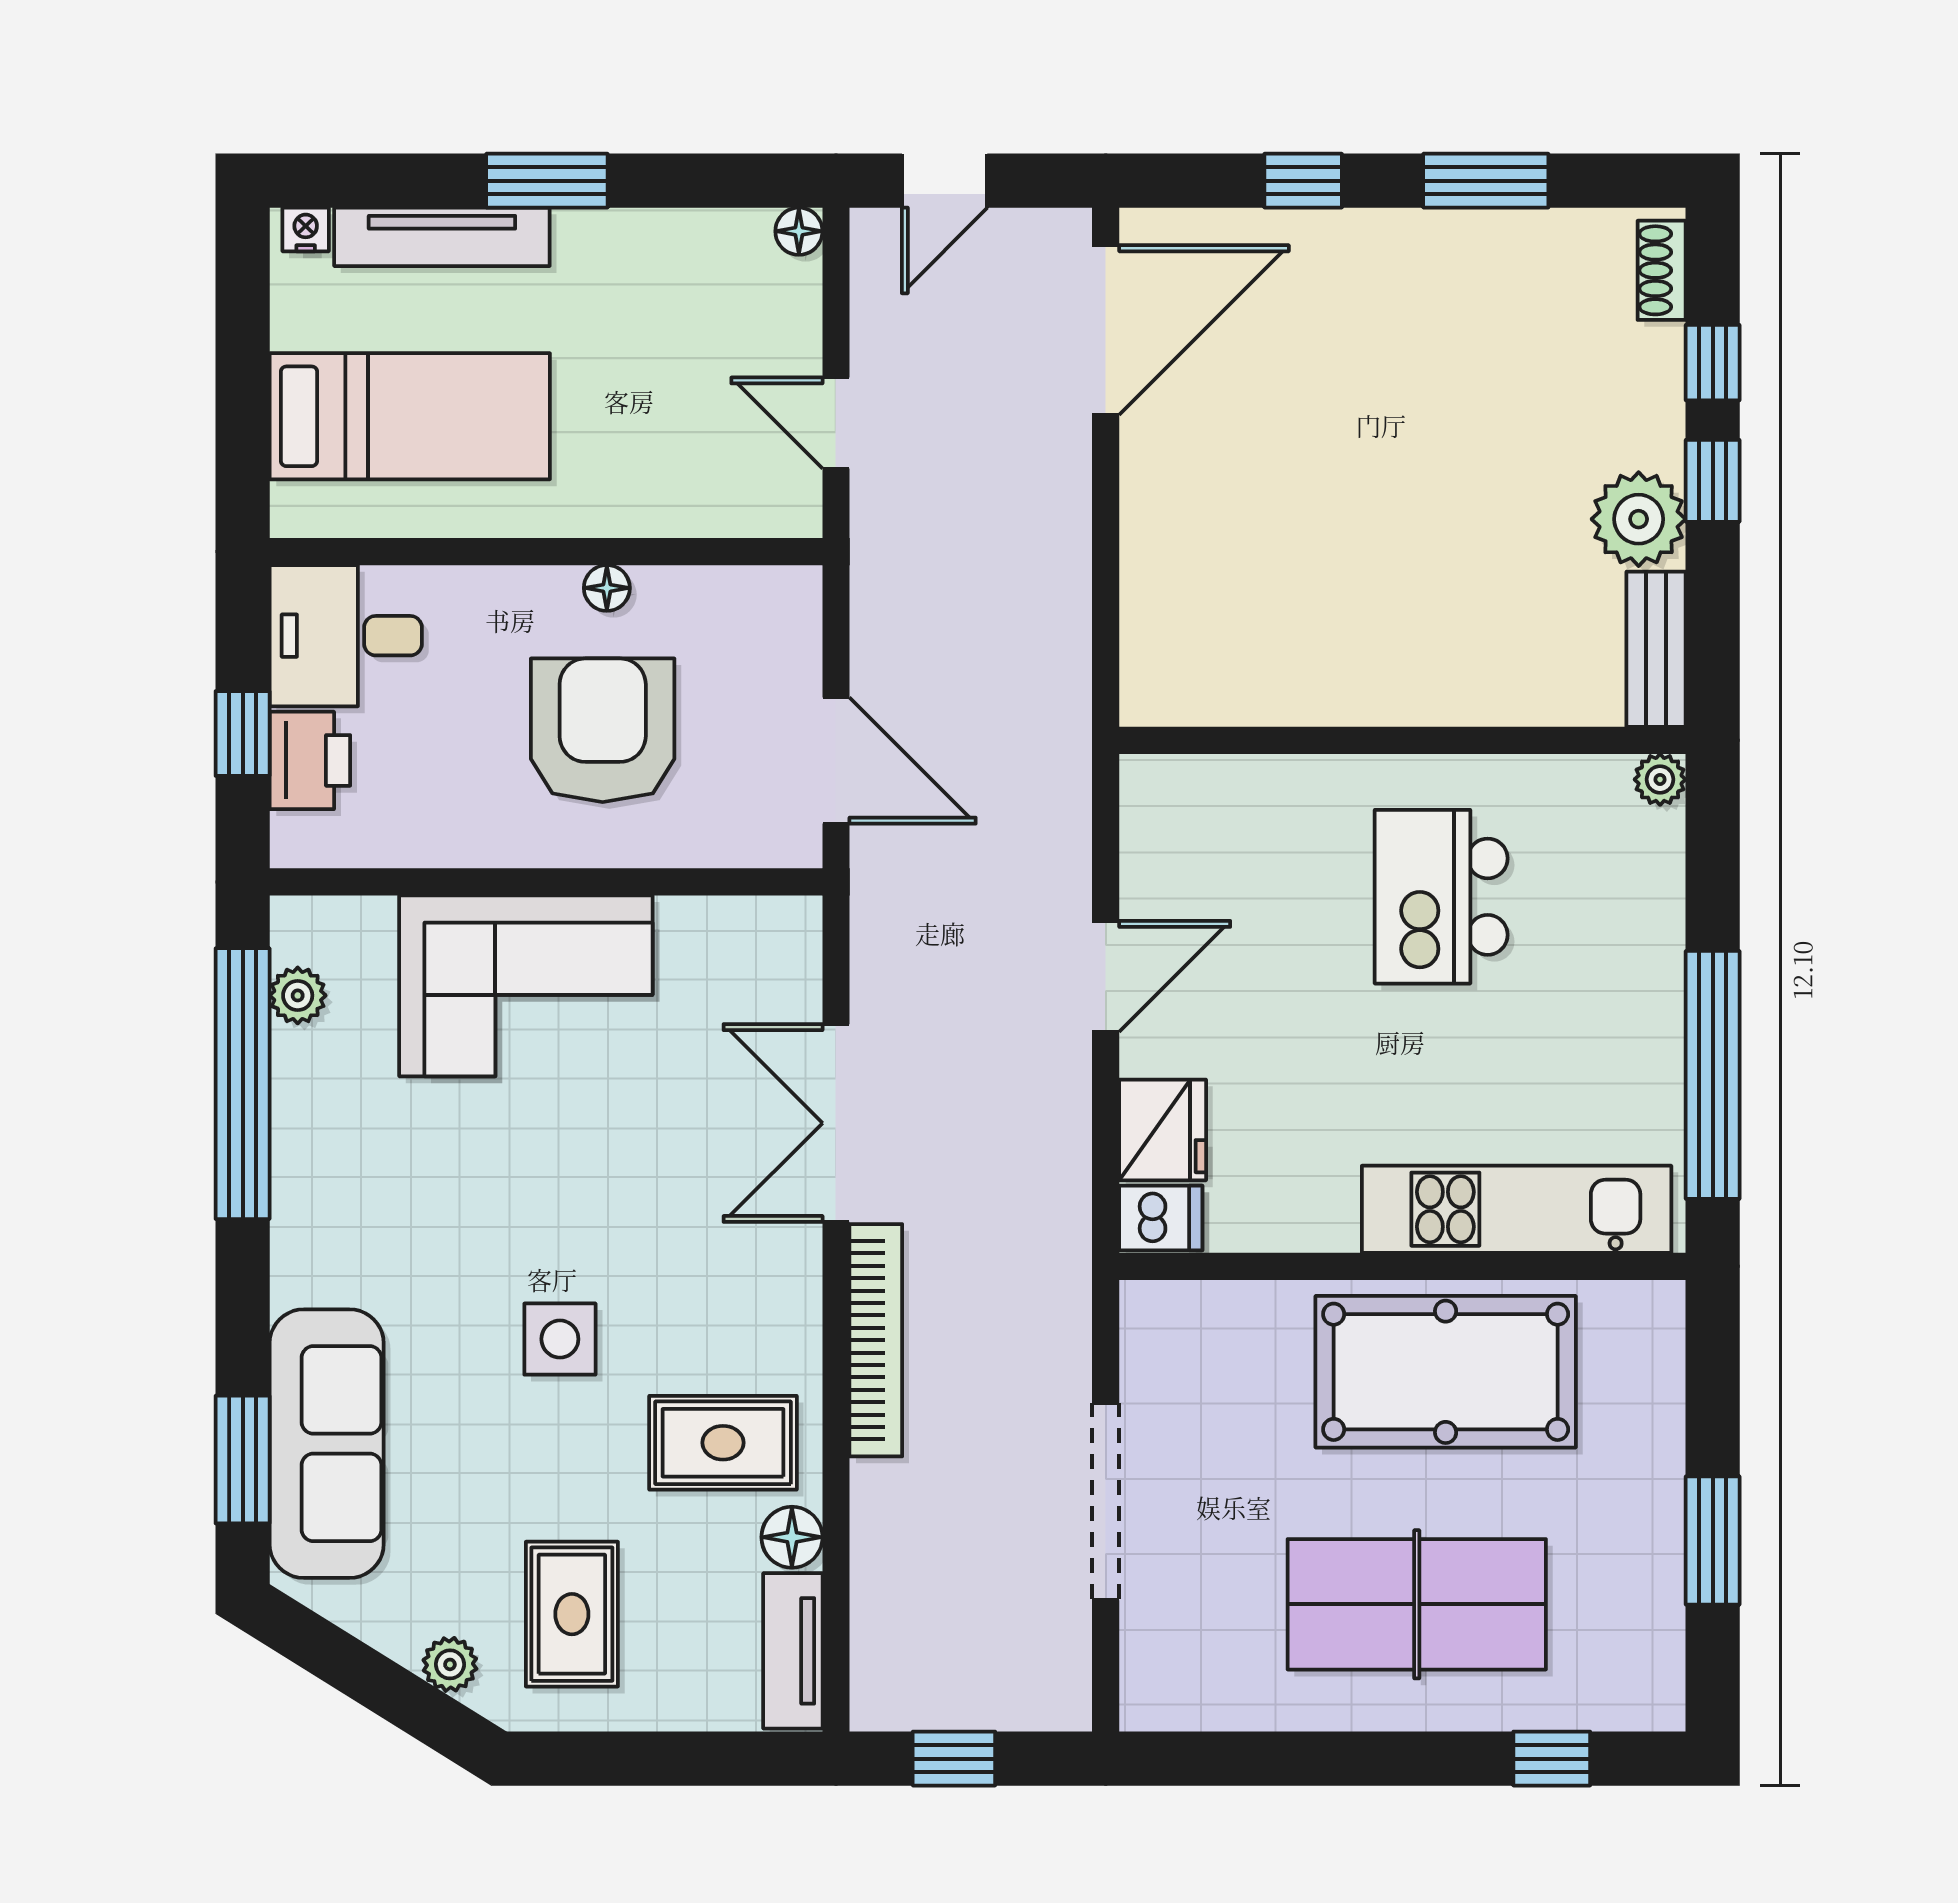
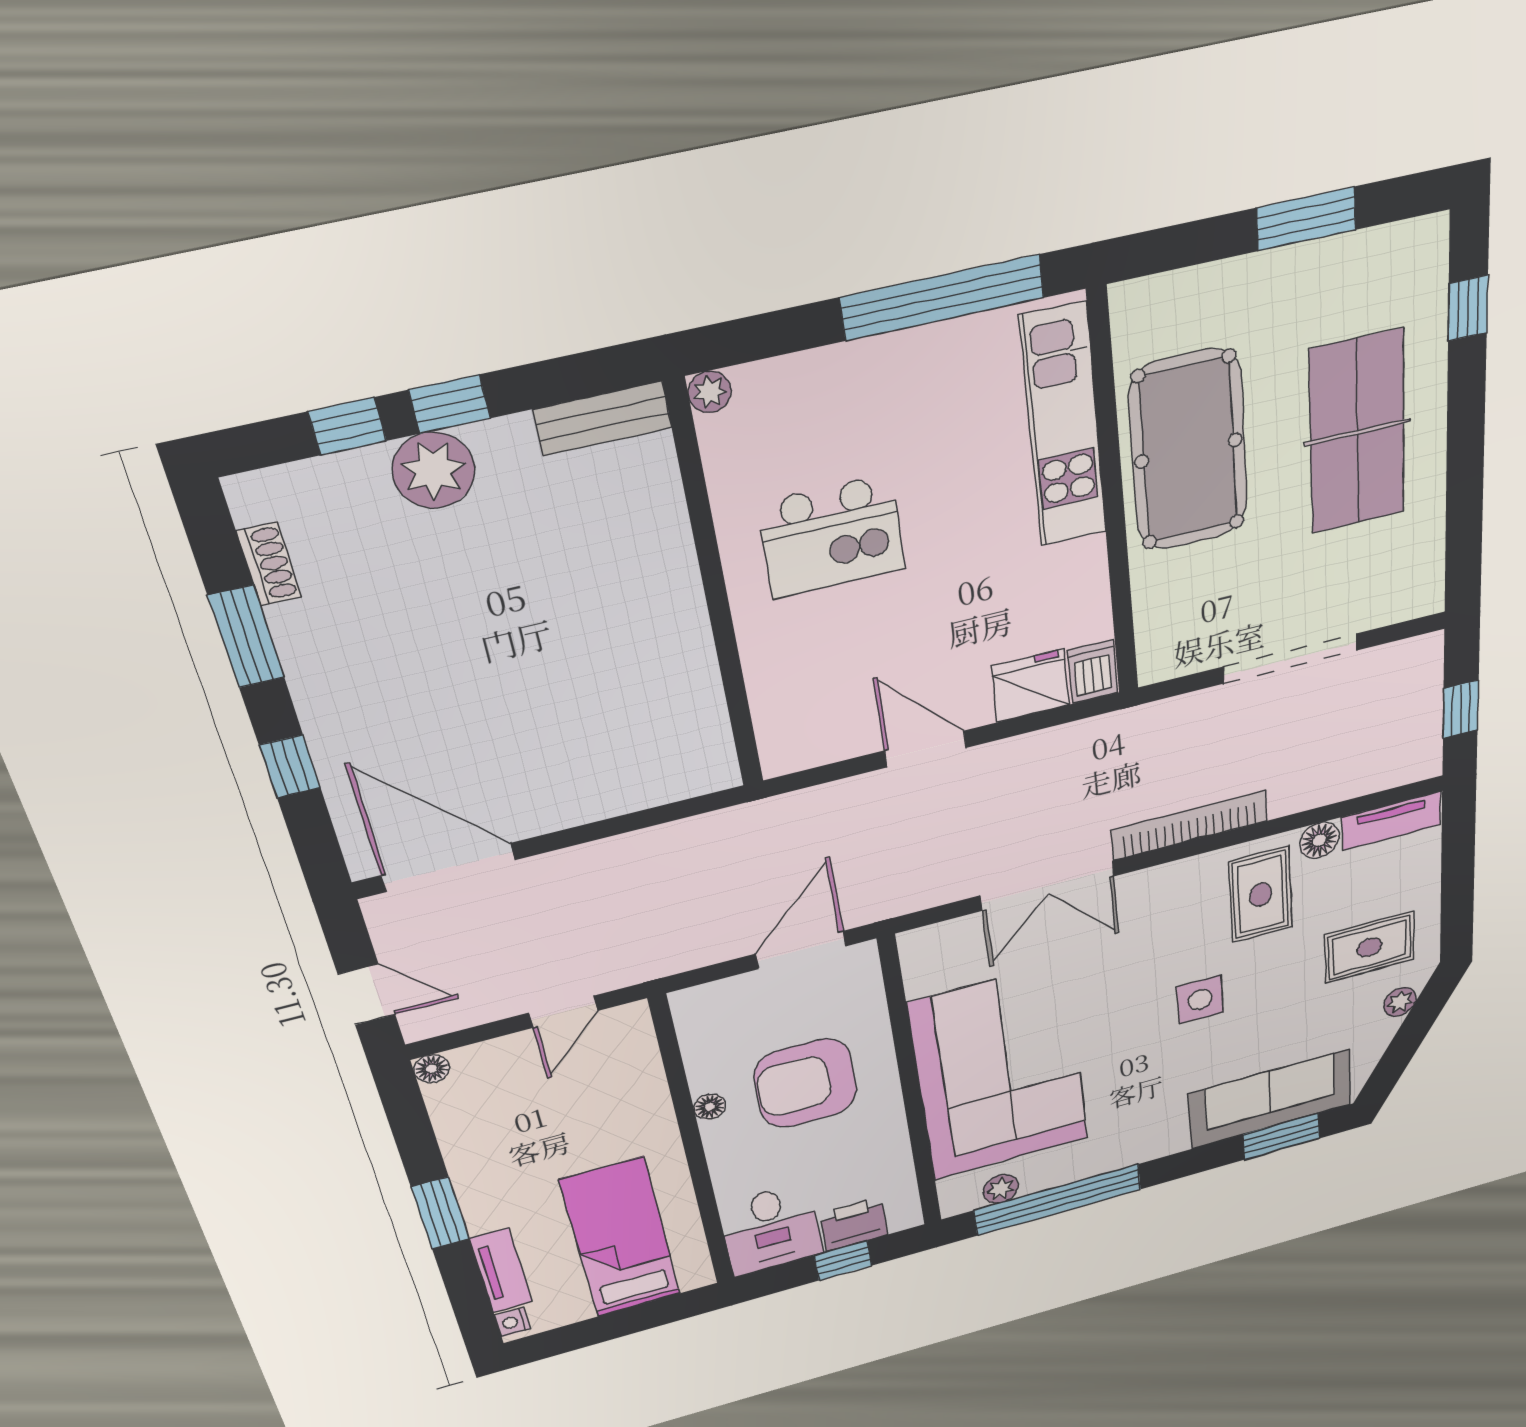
tv unit: (442, 237) -> (501, 1271), width x0.71
shoe rack: (1662, 270) -> (269, 564), moved, turned -90
plant: (1639, 519) -> (434, 470), moved
corner sofa: (526, 986) -> (1000, 1072), width x1.36, depth x1.36

